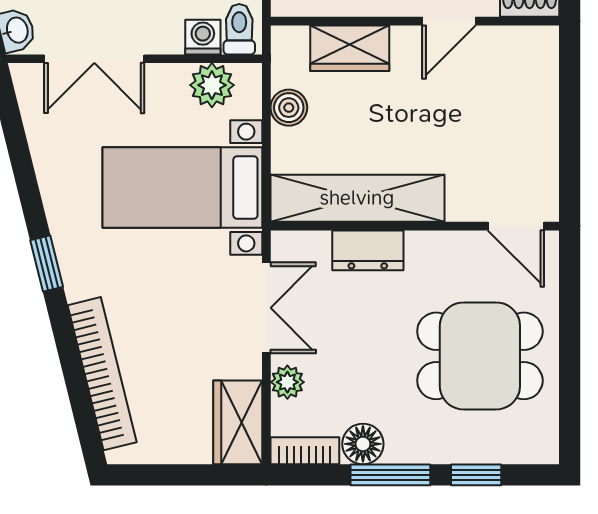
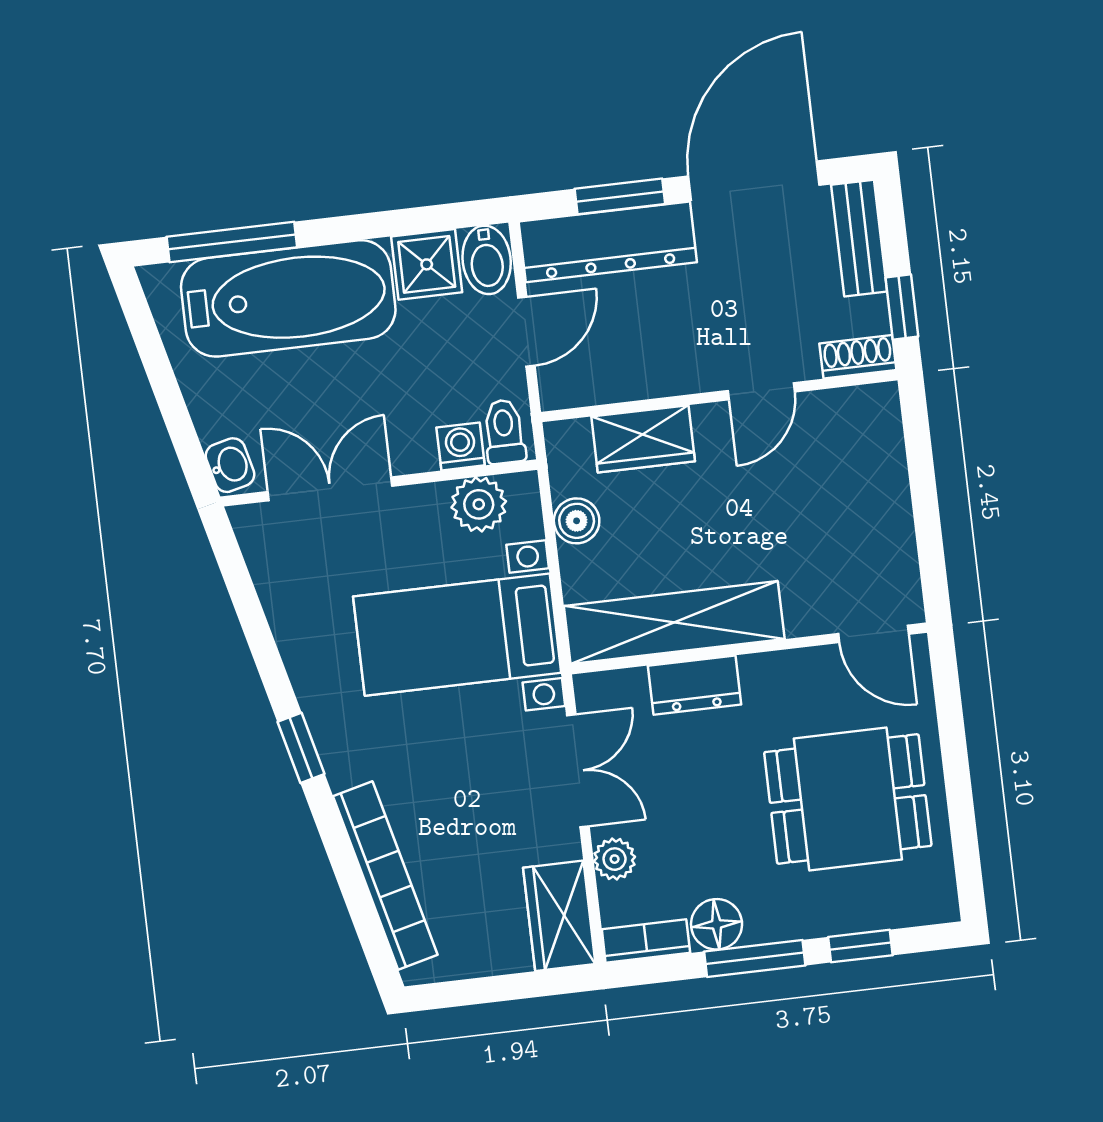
double door: (94, 59) -> (330, 489), swing flipped

